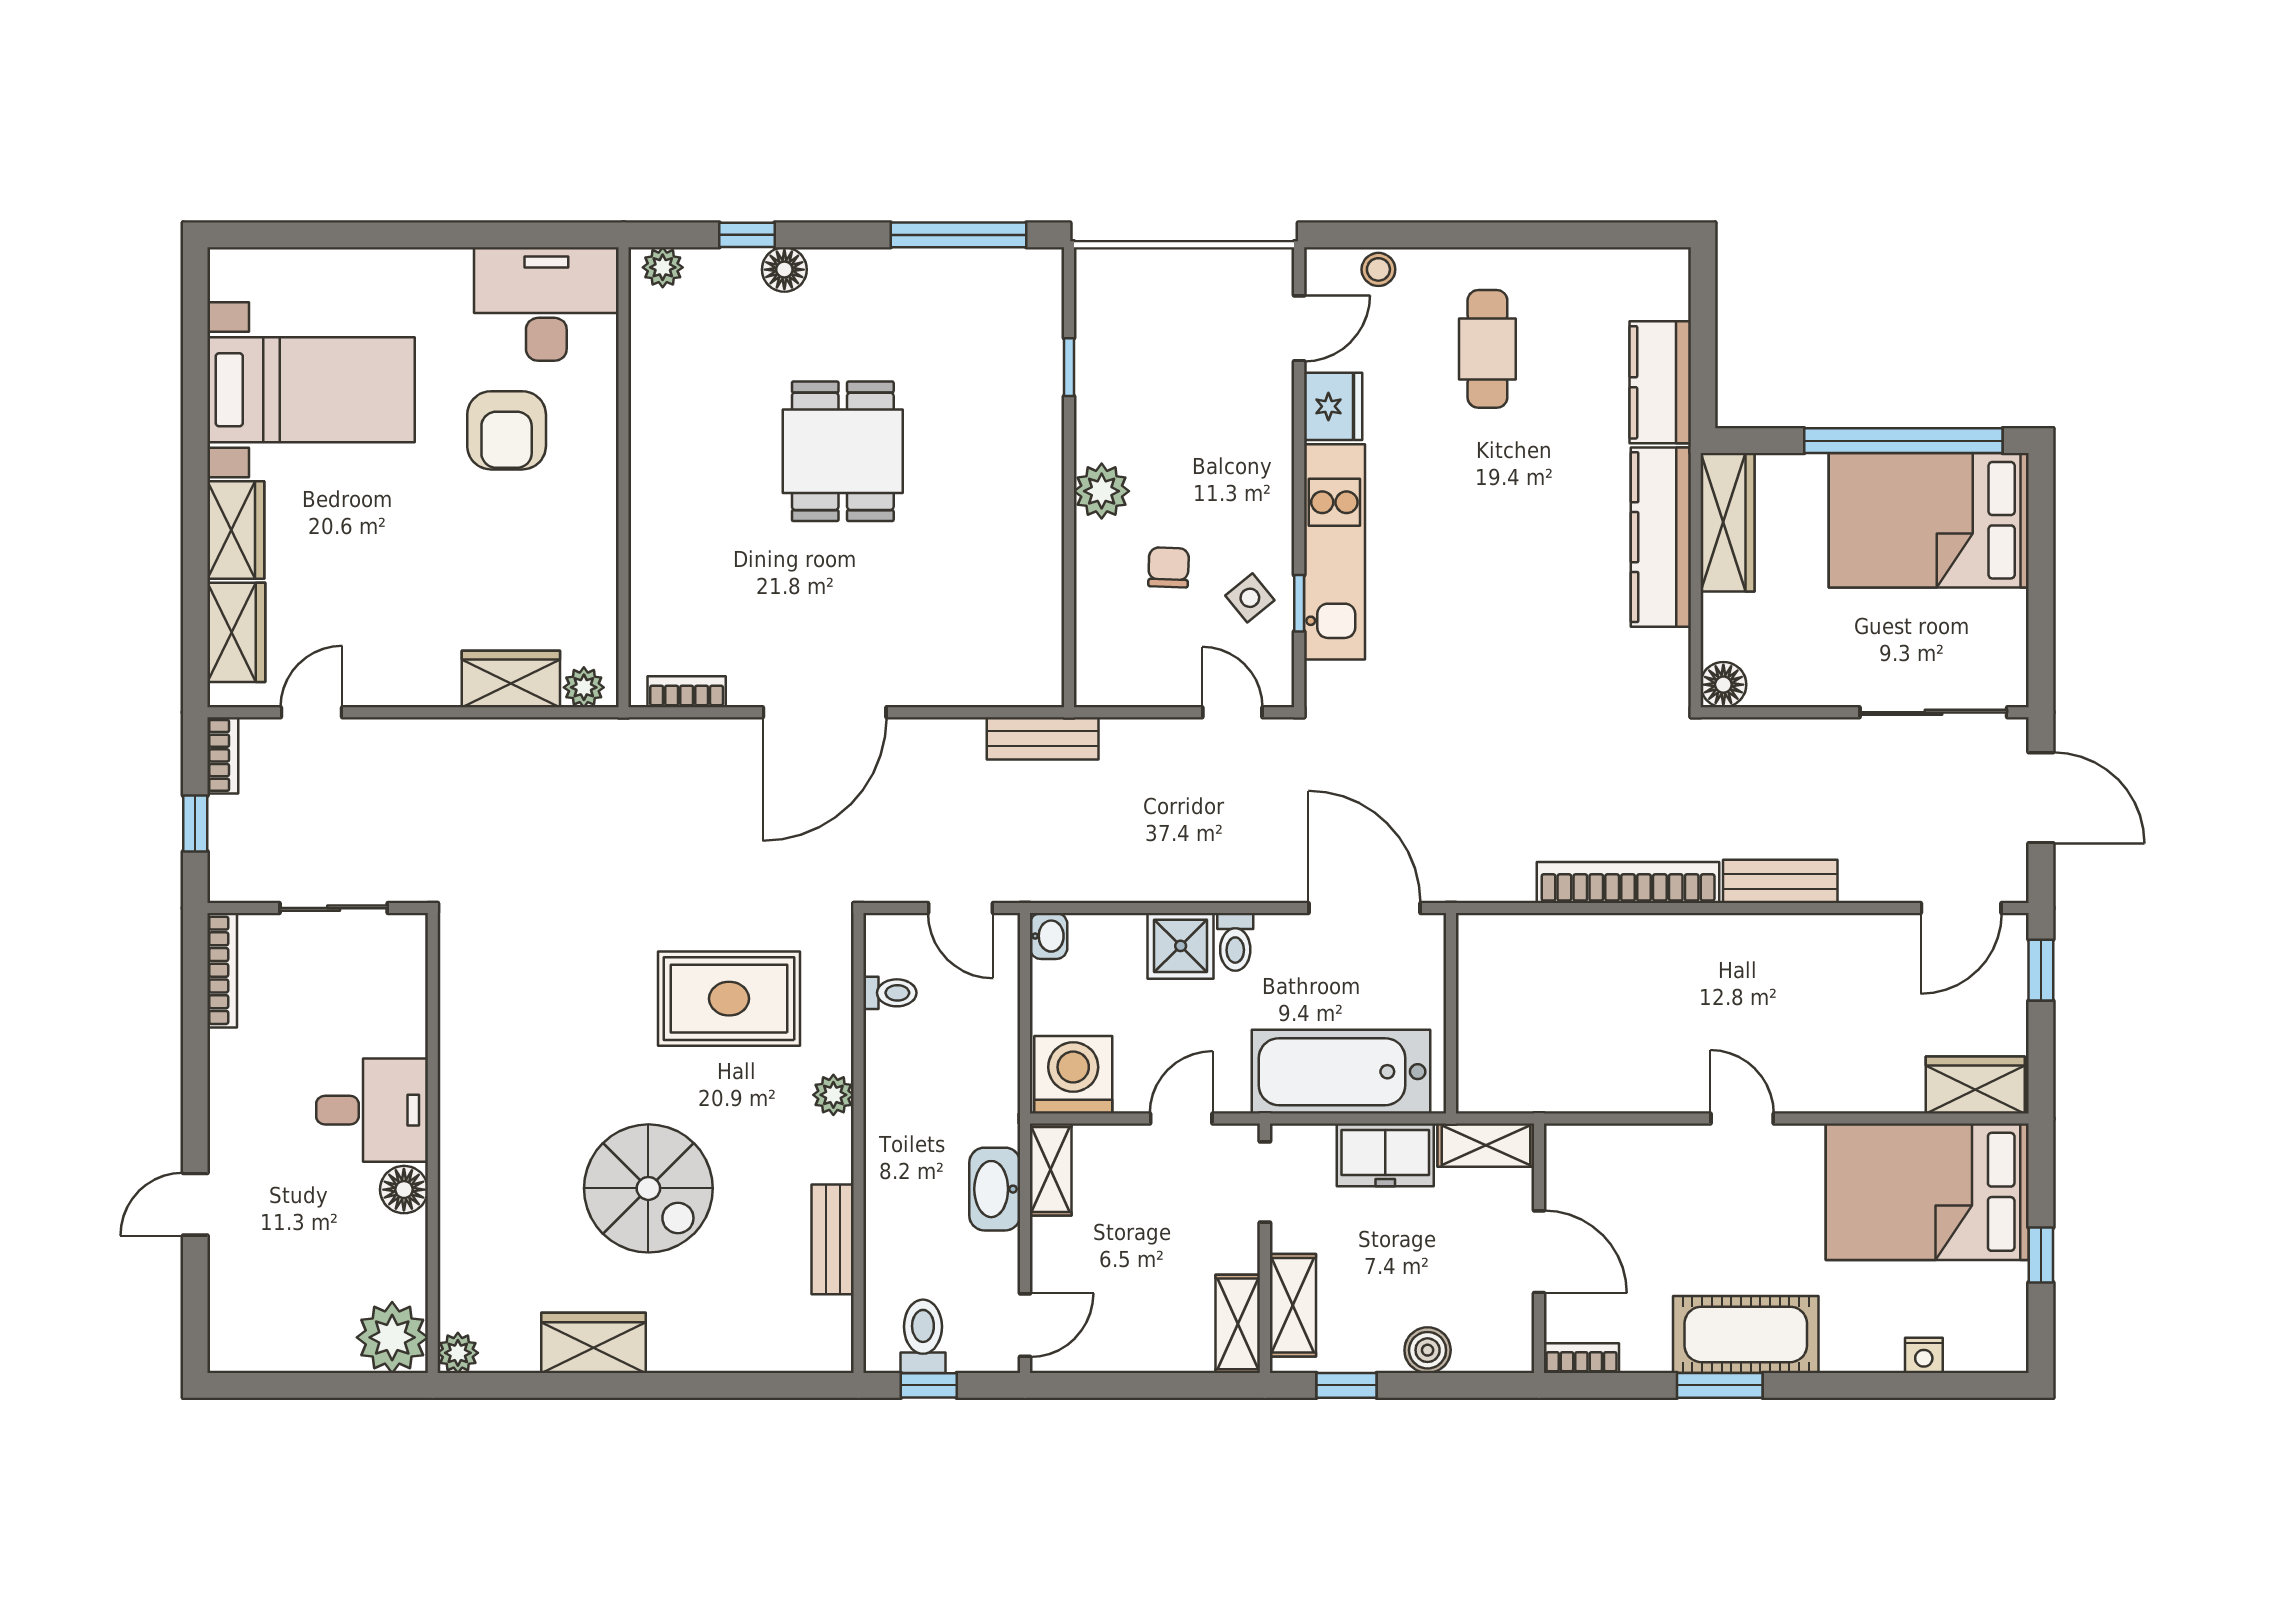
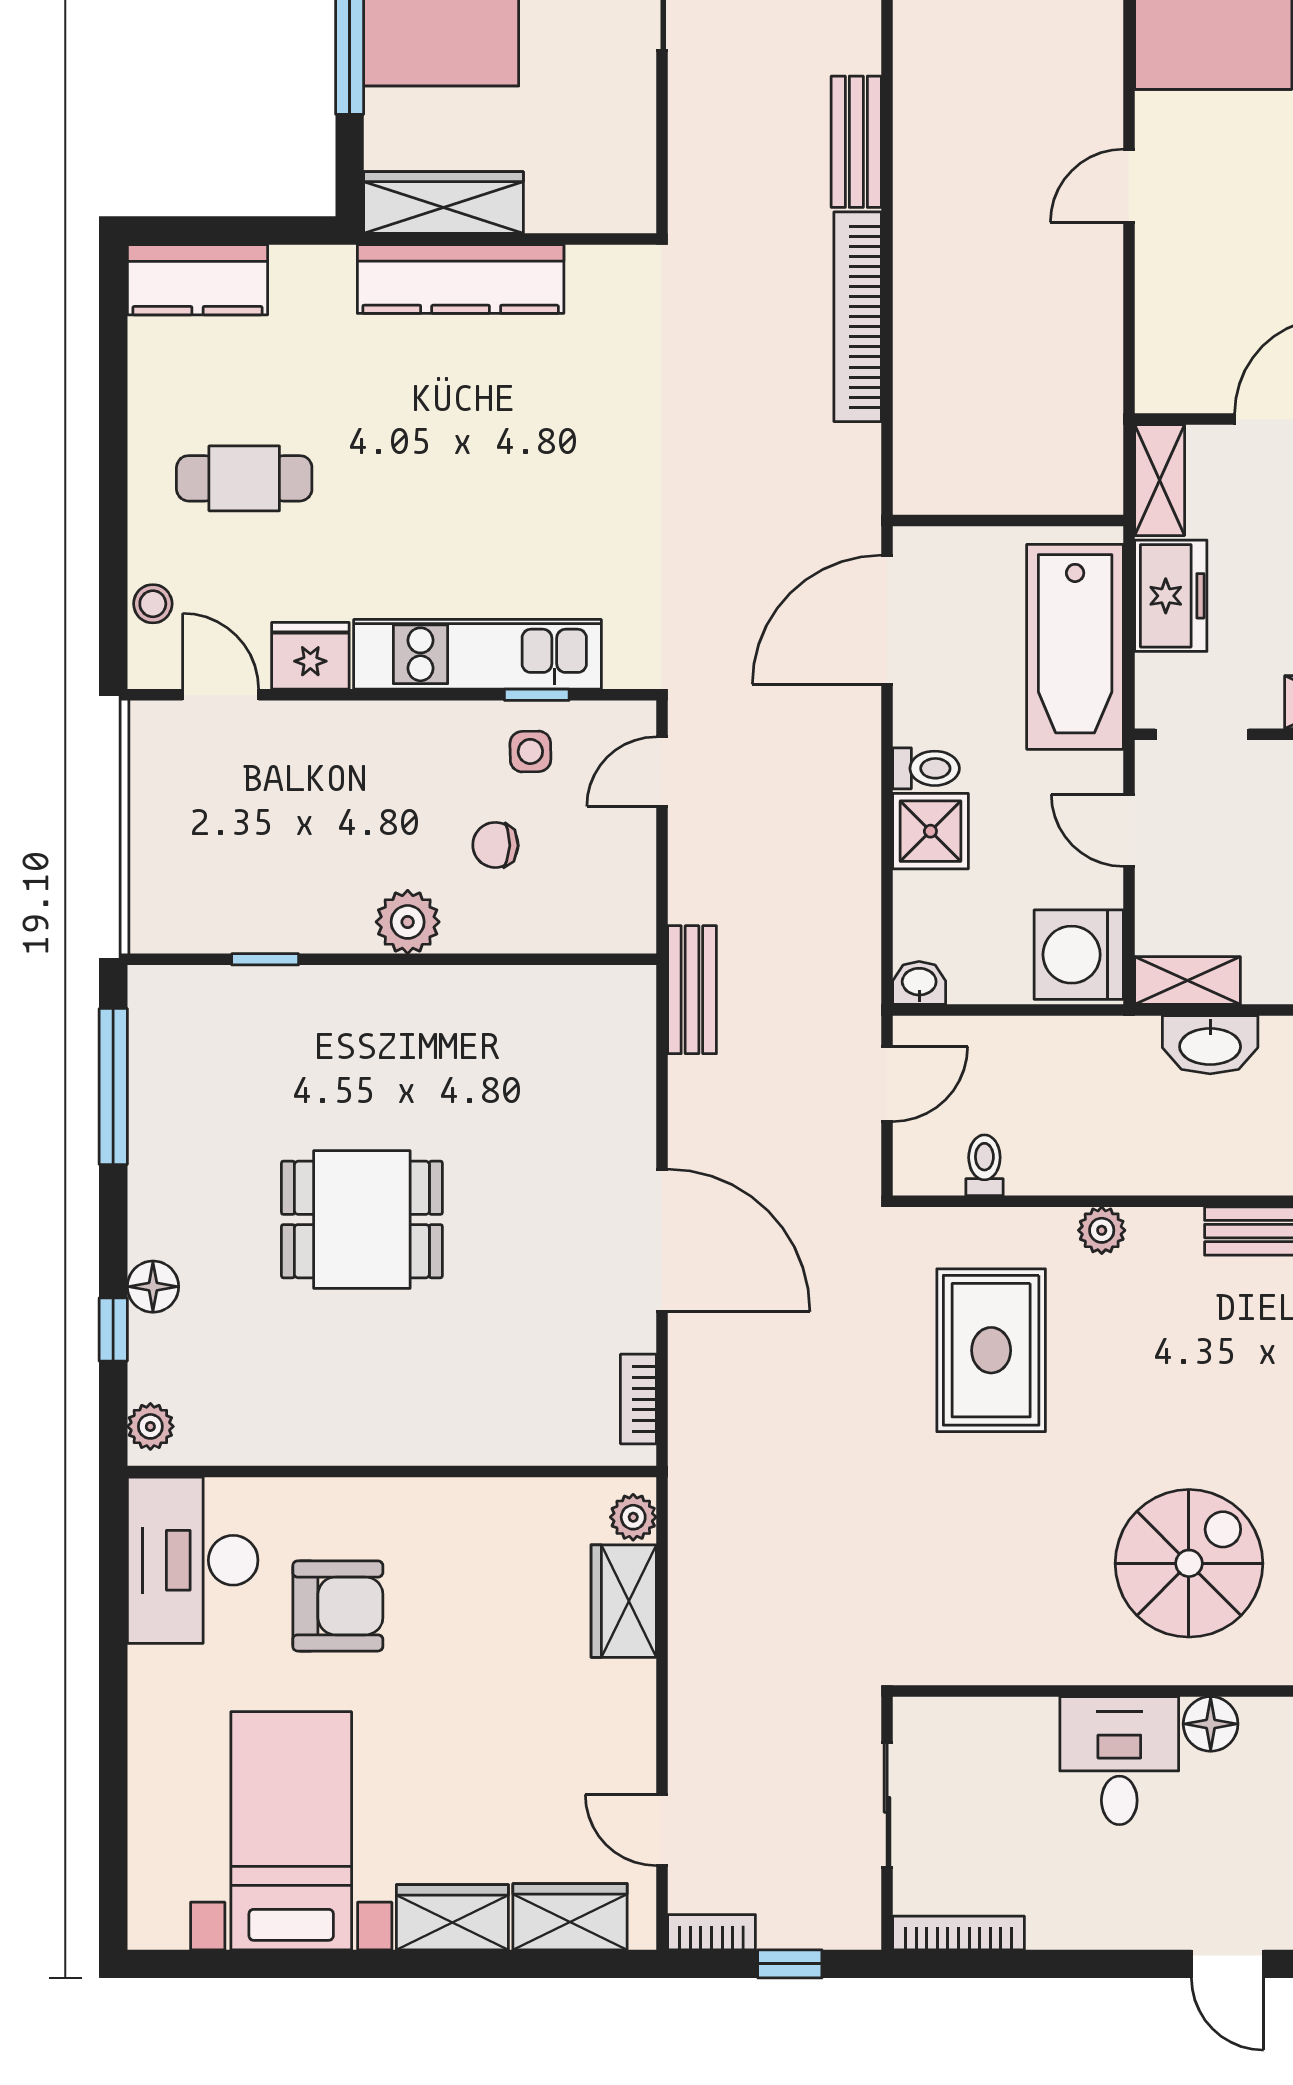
kitchen counter: (1660, 382) -> (198, 280), moved
side table: (1250, 598) -> (530, 751), turned 38
floor lamp: (1723, 685) -> (630, 207), removed
spiral stairs: (648, 1188) -> (1189, 1563), moved

